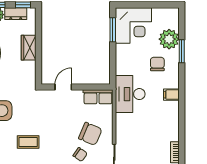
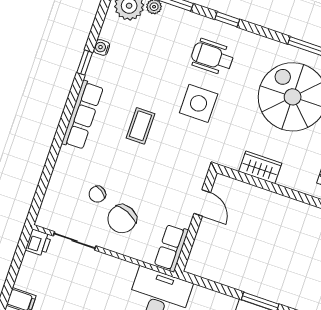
wardrobe: (29, 48) -> (260, 167), moved

